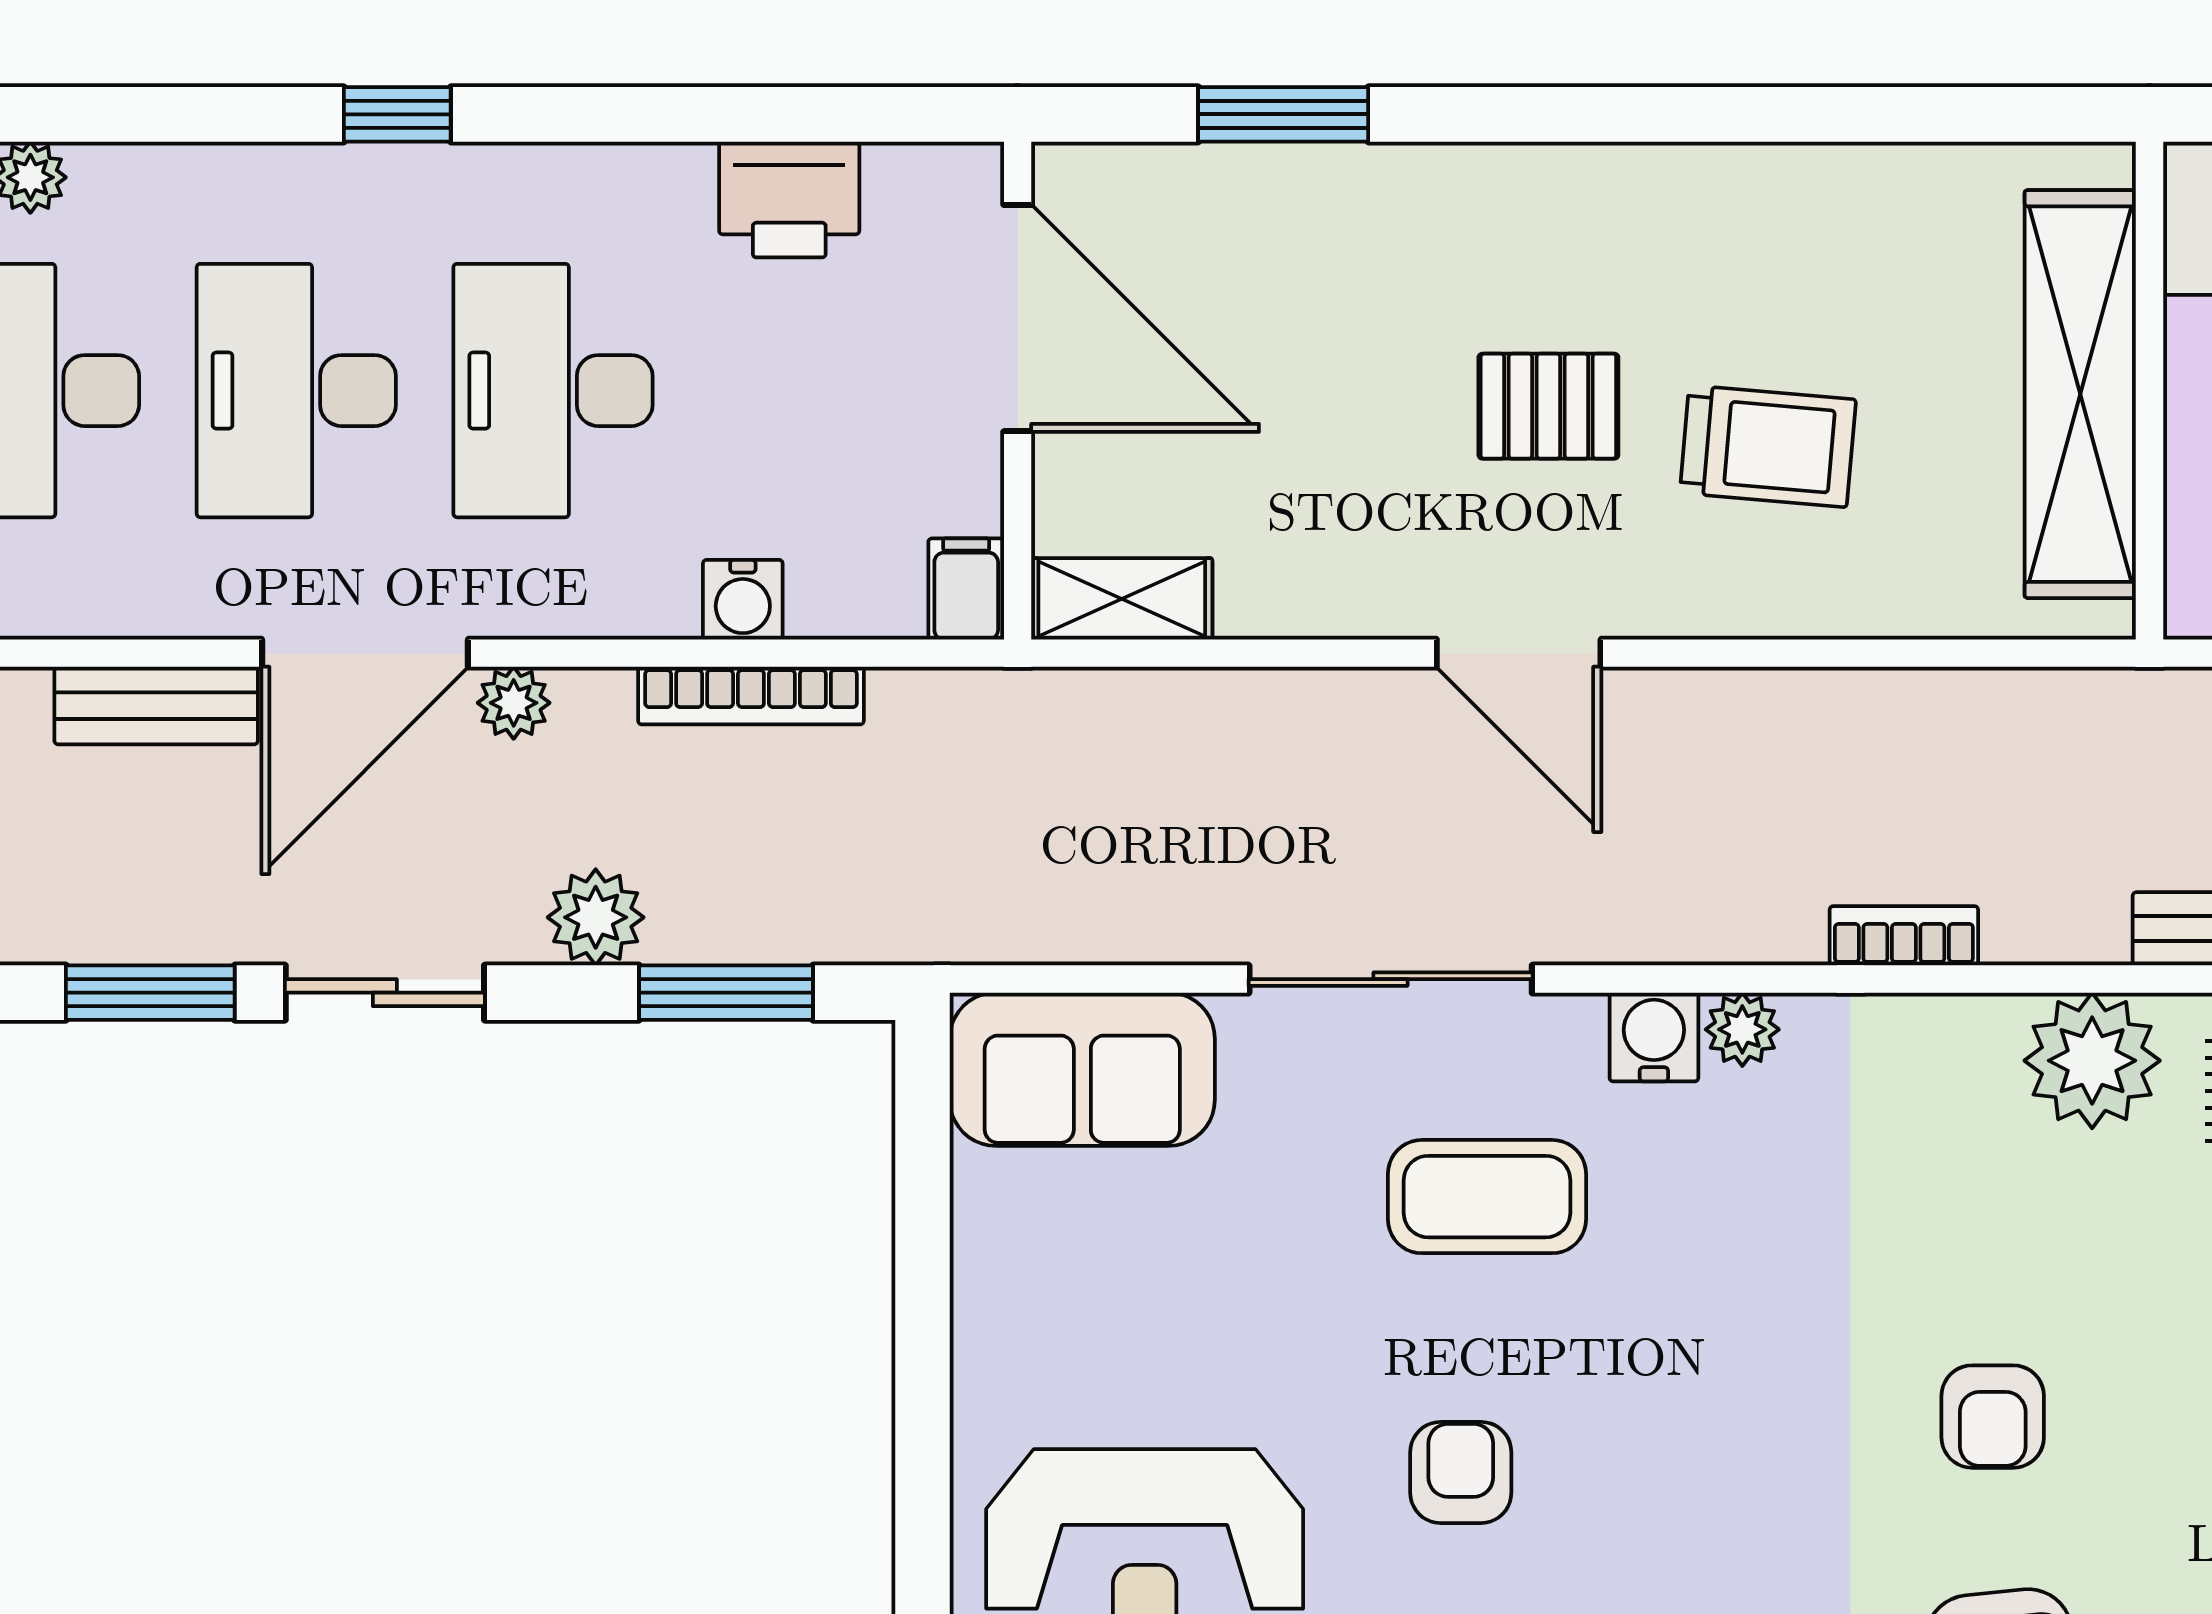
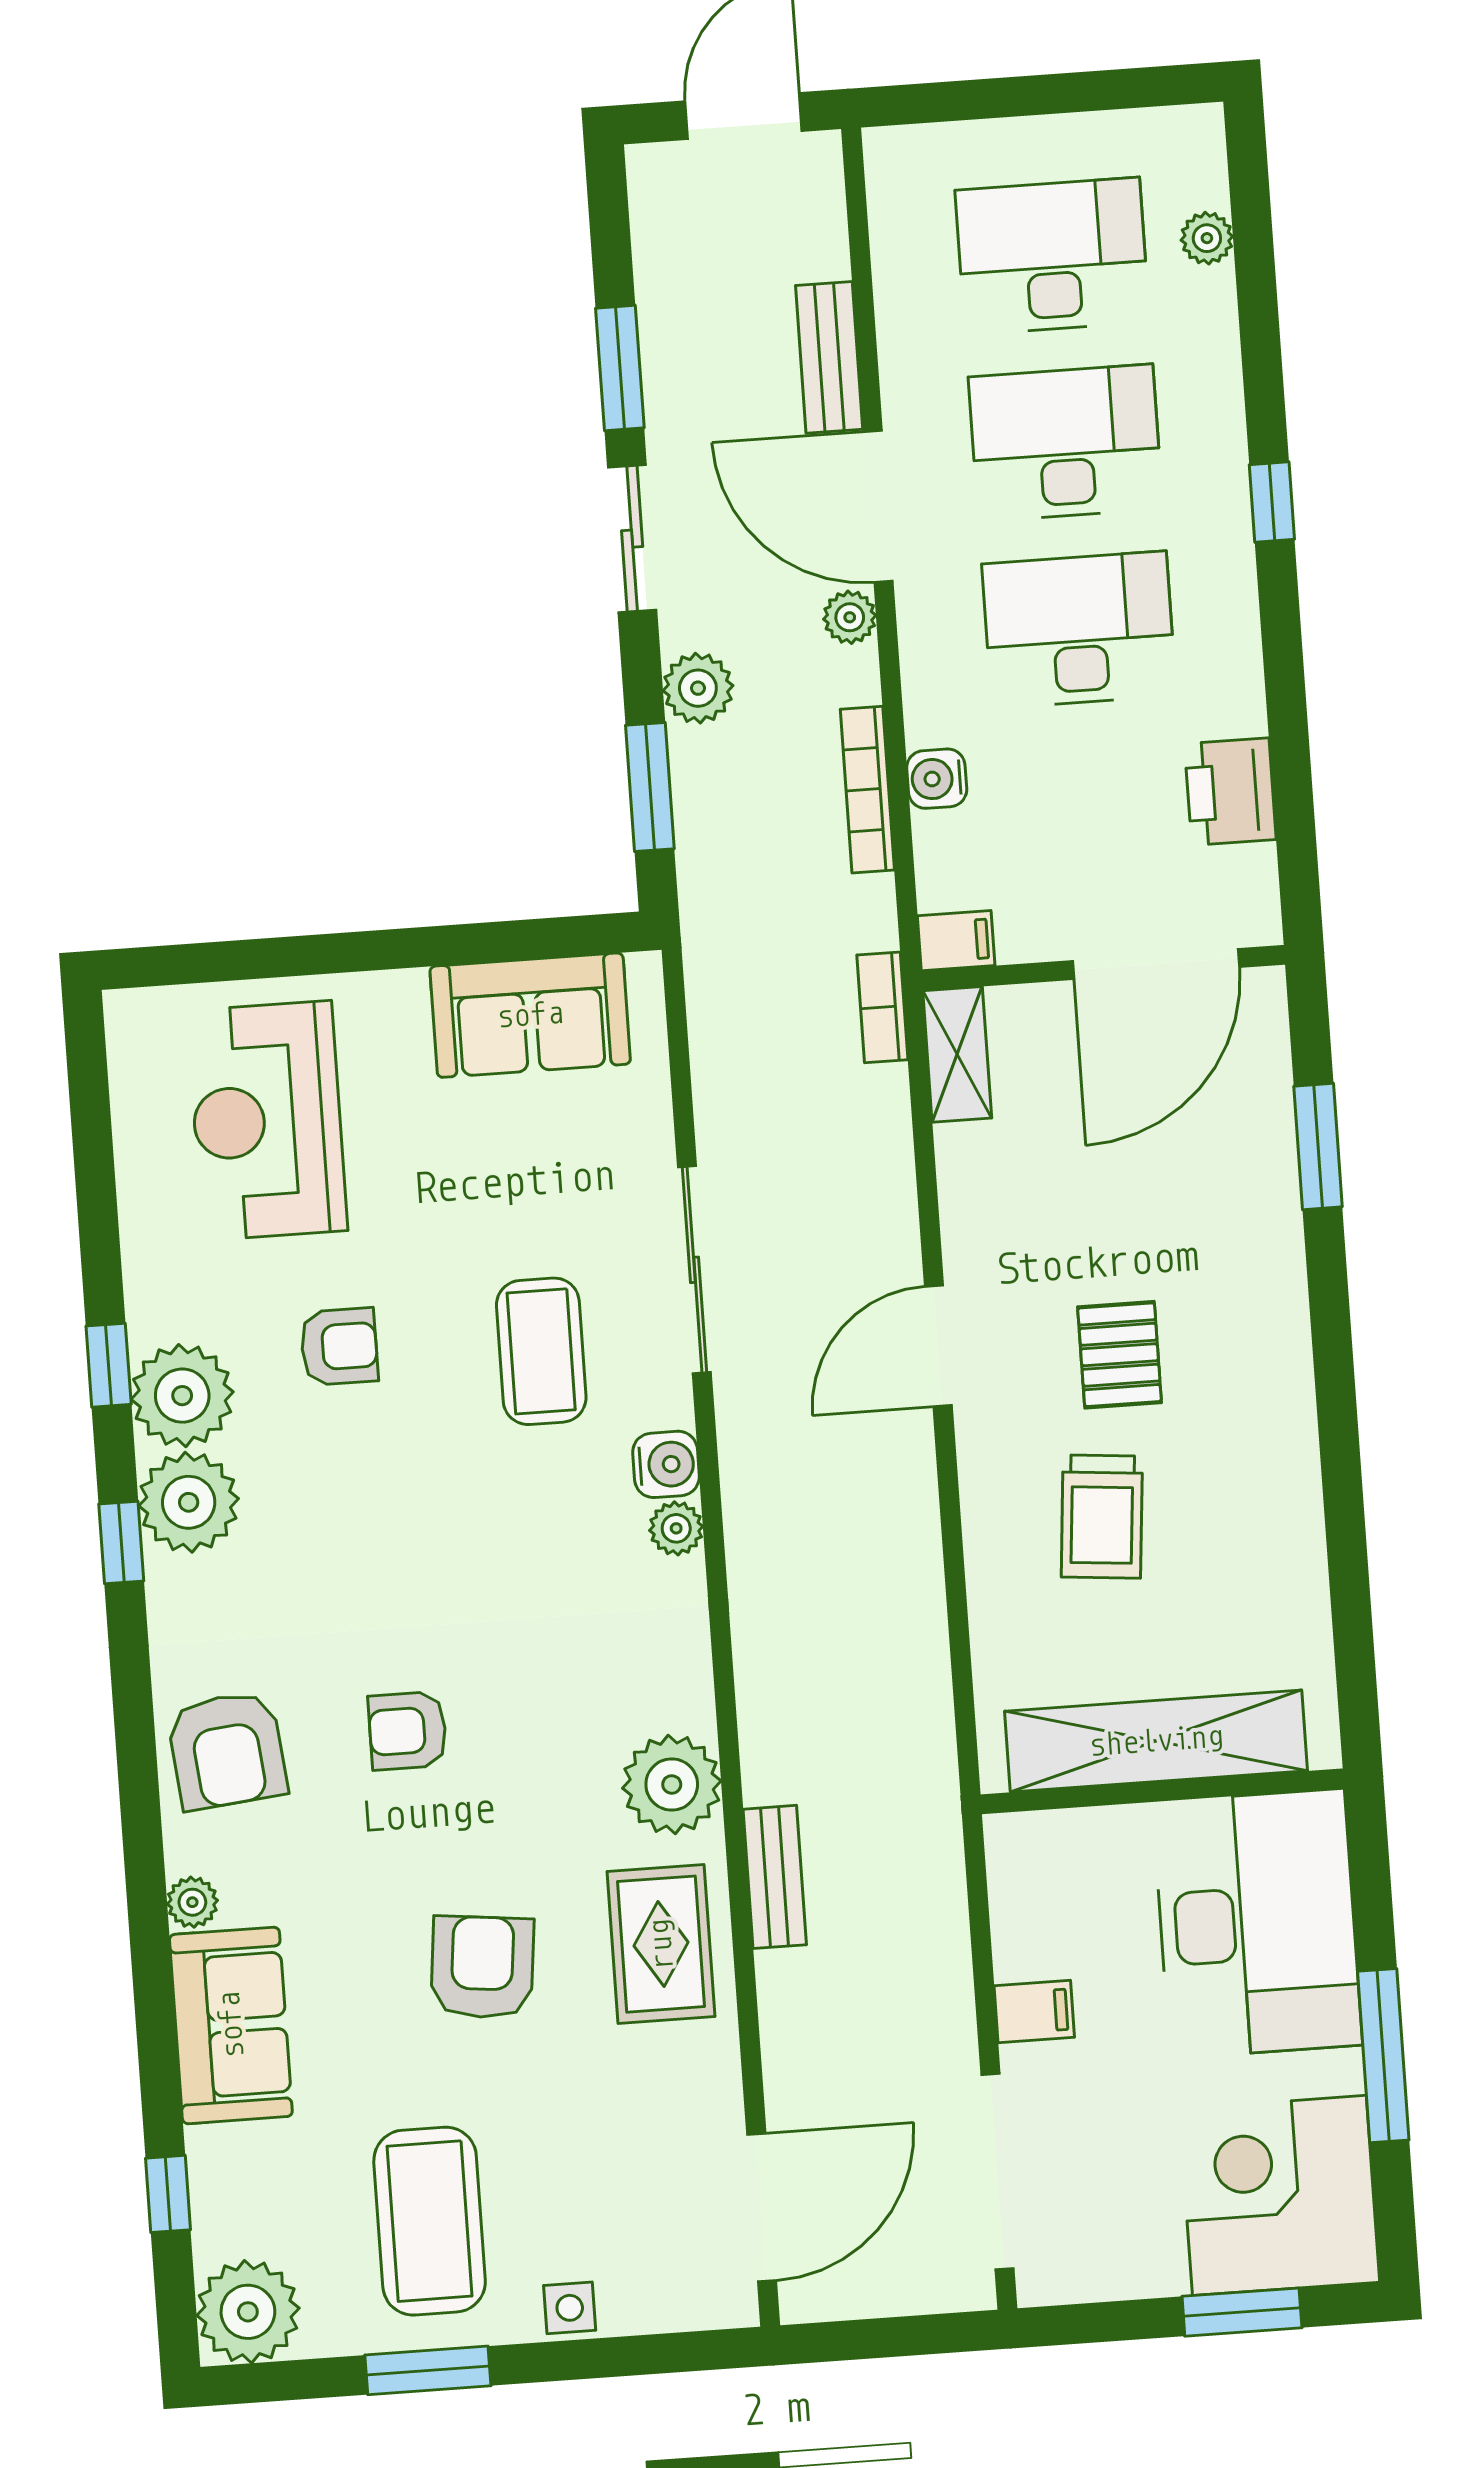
bookcase: (1904, 936) -> (882, 1007), moved, turned 180
sofa: (1082, 1069) -> (530, 1015), moved, turned -90

